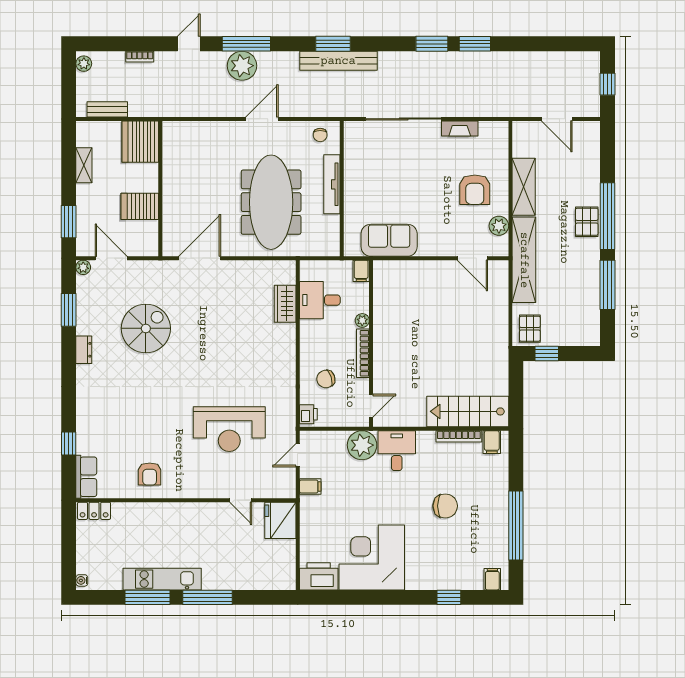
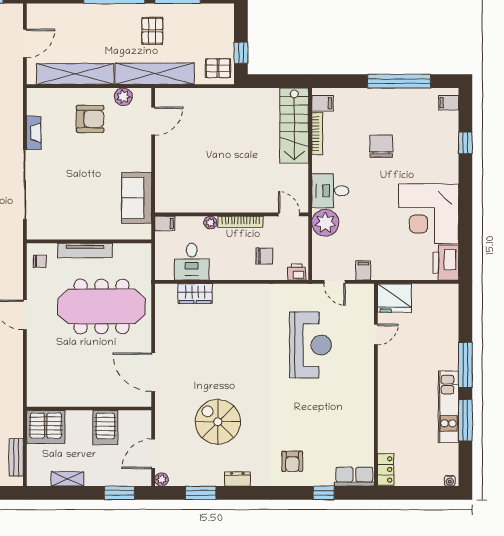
shelving: (524, 187) -> (75, 74), width x1.47
pallet: (587, 222) -> (152, 31), moved, turned 90
chair: (326, 379) -> (264, 256), turned -72
armchair: (150, 474) -> (292, 461), moved, turned 90

